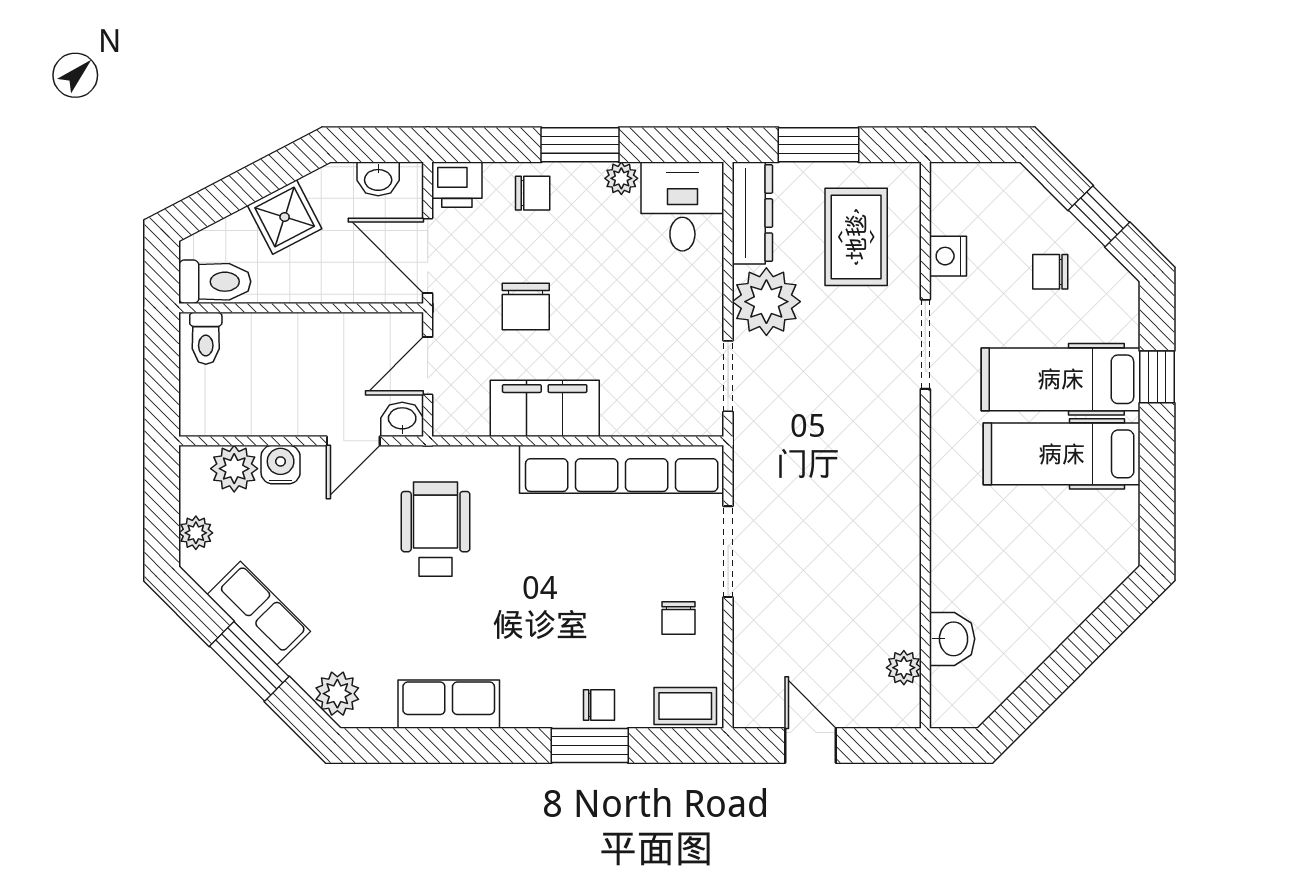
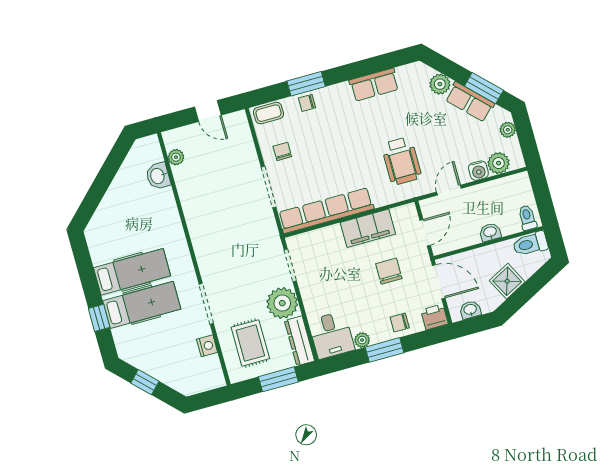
chair: (1050, 272) -> (160, 351), removed
washbasin: (402, 419) -> (490, 232), moved, turned 180
window: (249, 661) -> (484, 88), moved
plant: (337, 694) -> (440, 84), moved

